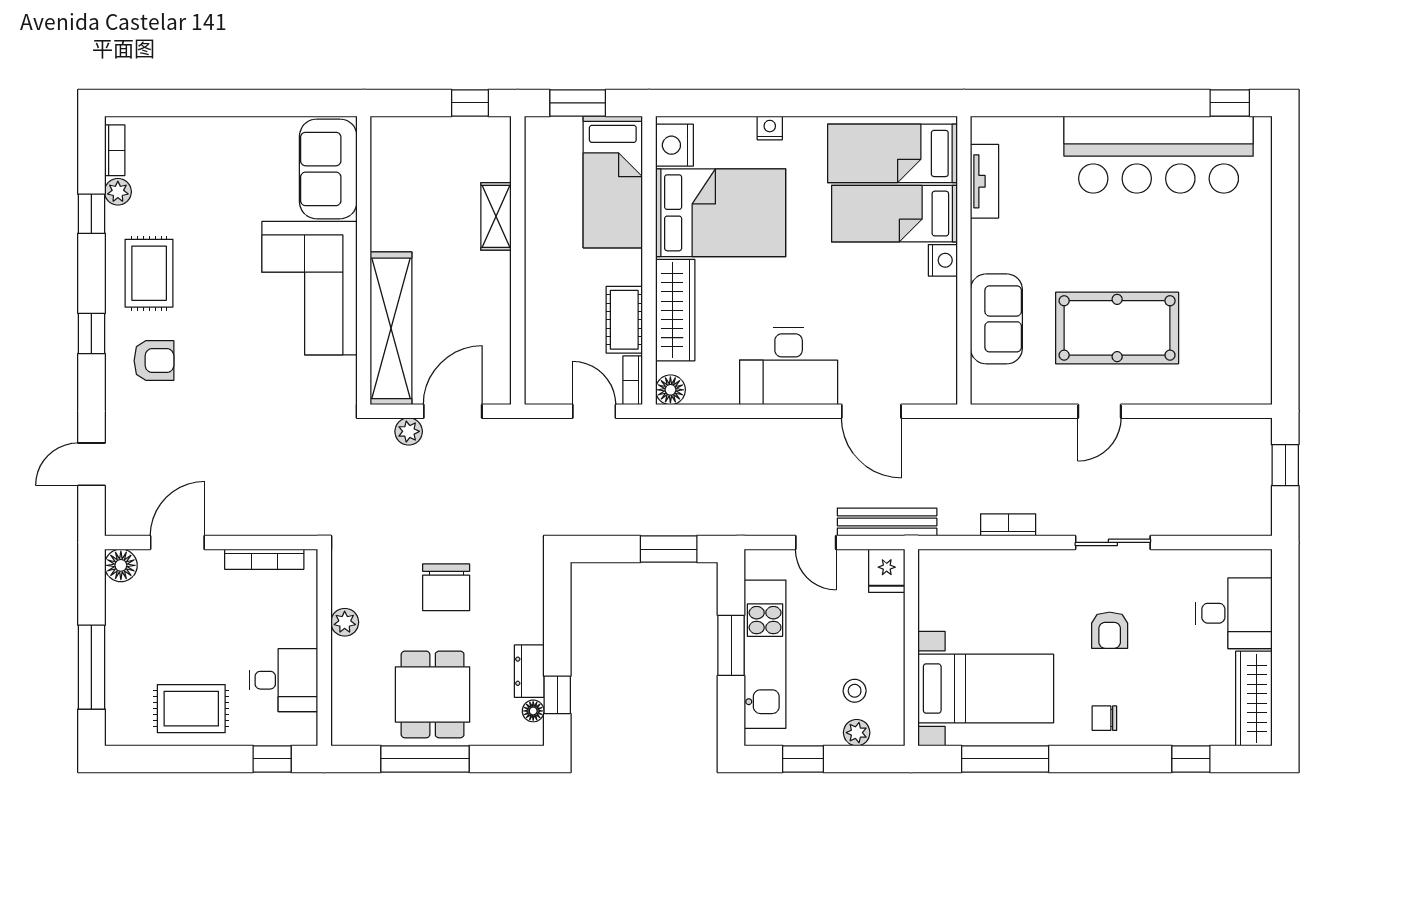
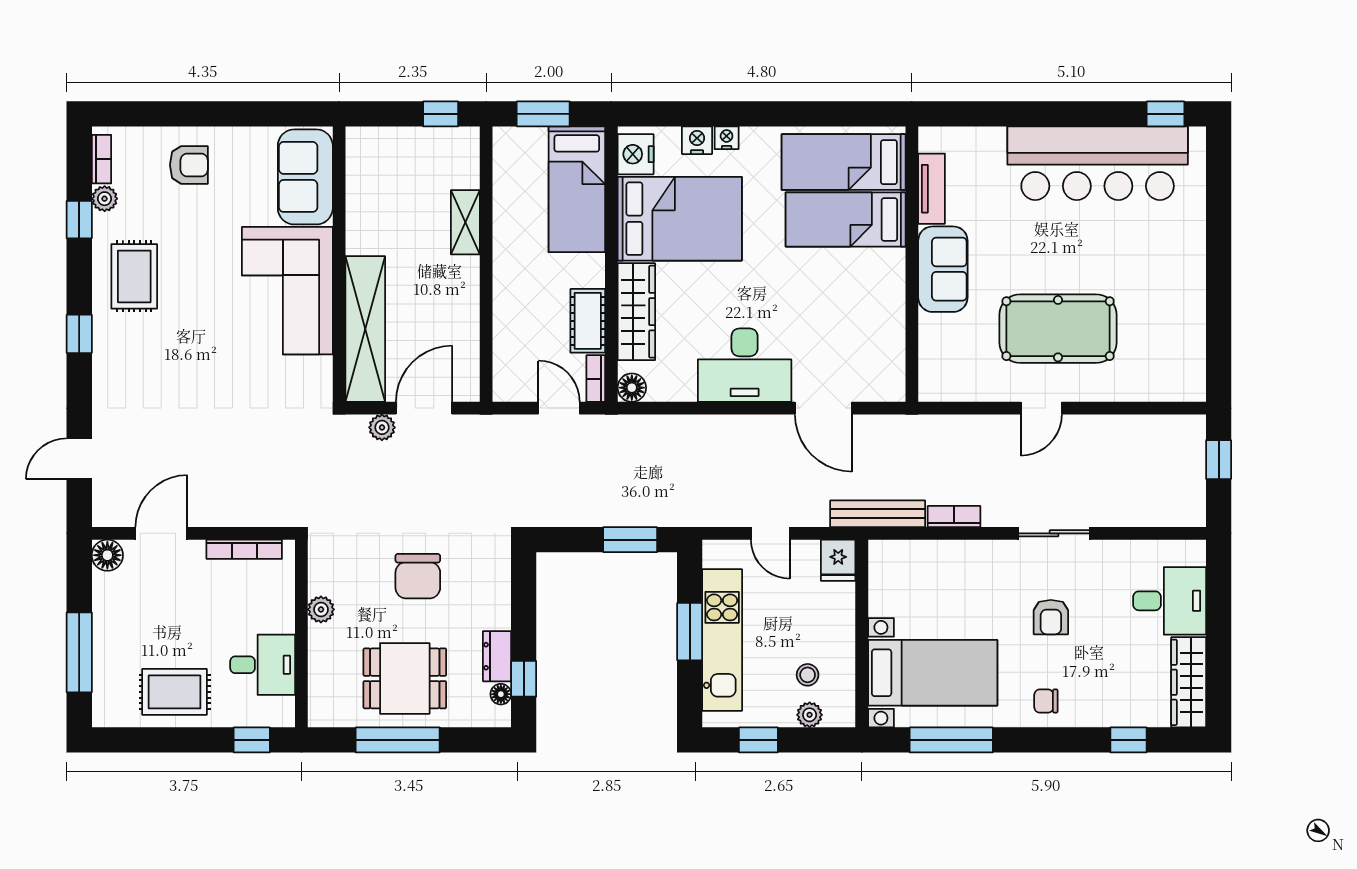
nightstand: (943, 260) -> (697, 140), moved, turned -90
sofa: (996, 319) -> (943, 269), moved
armchair: (154, 361) -> (189, 165), moved
bench: (887, 522) -> (878, 514), moved
dining table: (433, 694) -> (405, 678), turned 90

